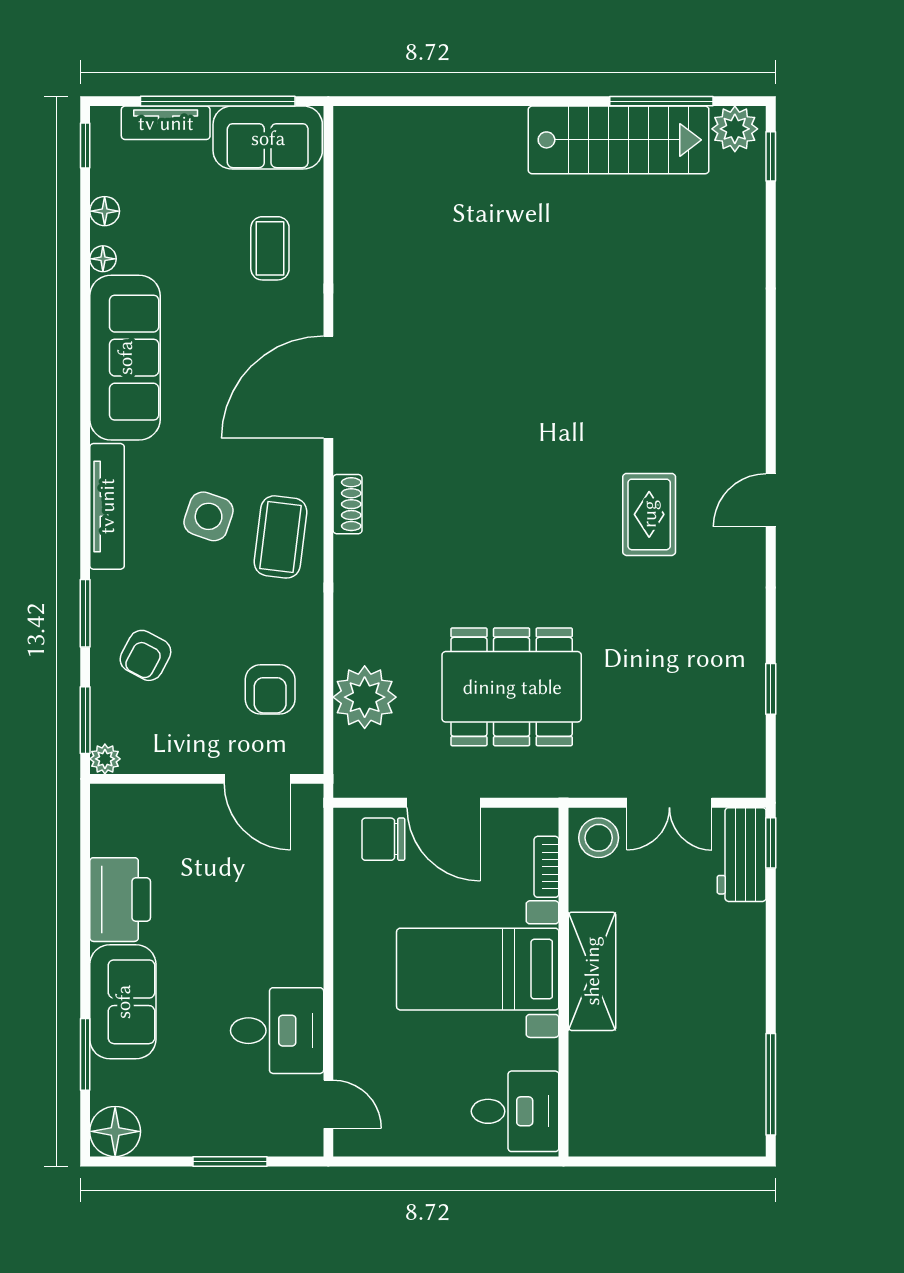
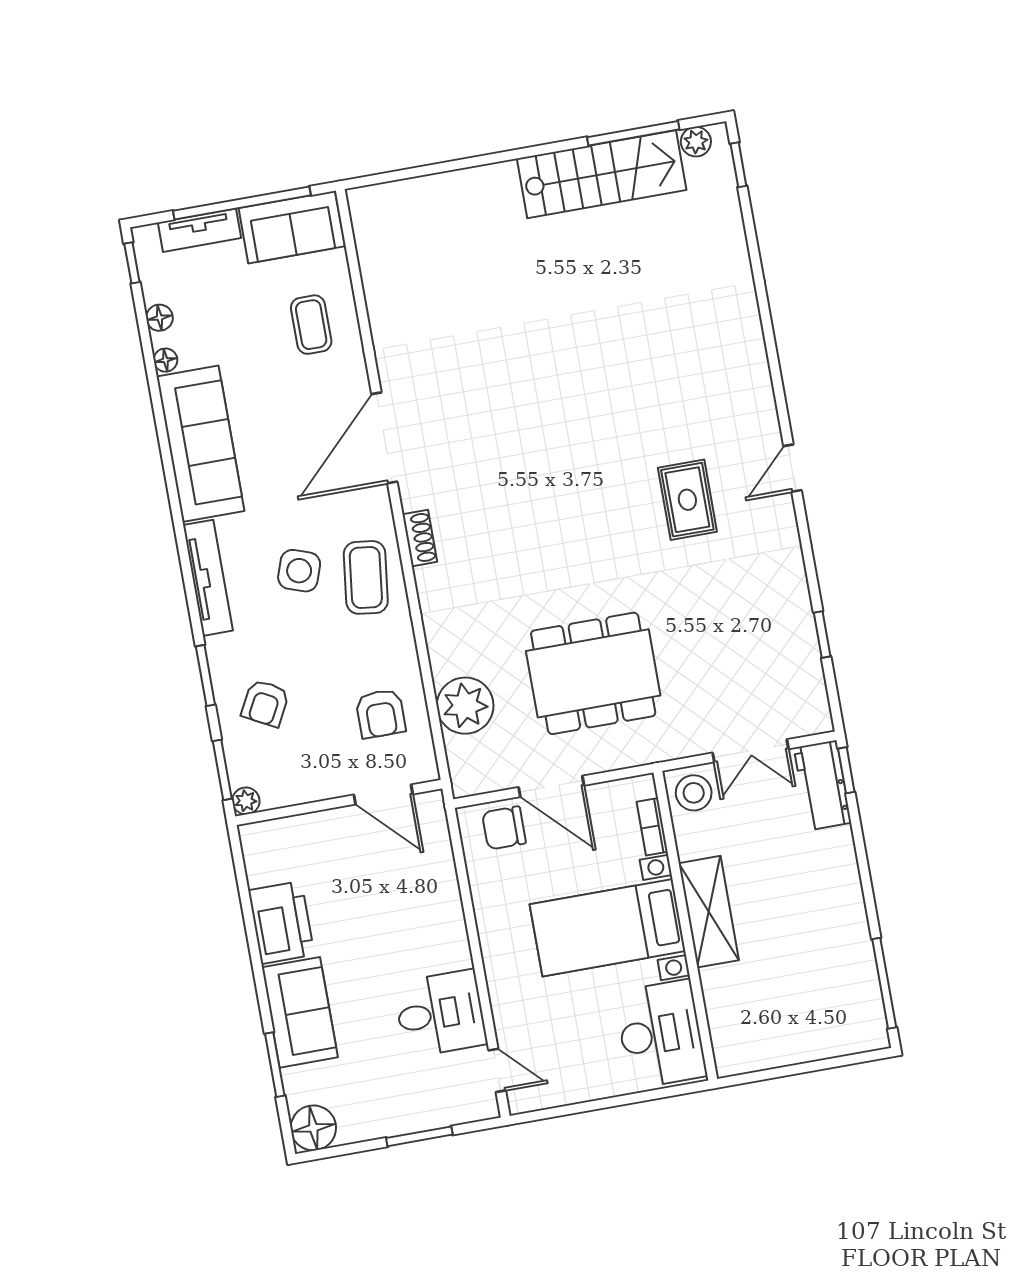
plant: (735, 129) -> (696, 142), width x0.73, depth x0.73
desk: (515, 1111) -> (661, 1034), width x1.37

